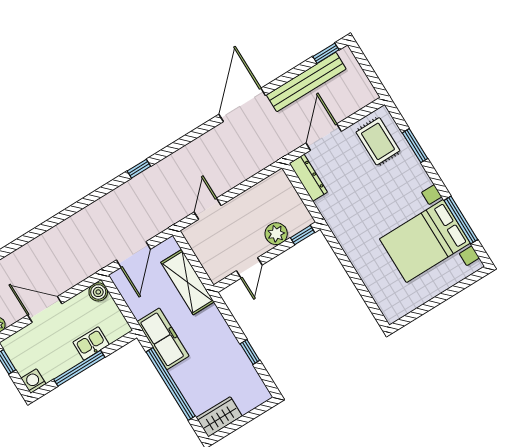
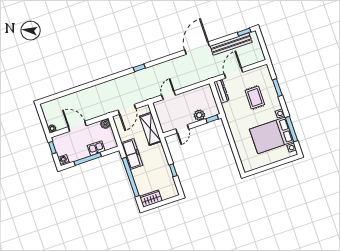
rug: (378, 141) -> (255, 98), moved

